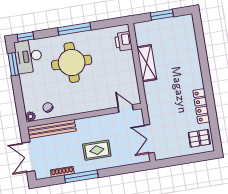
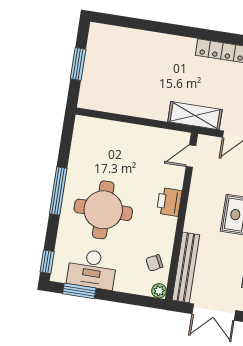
printer: (123, 41) -> (169, 202), moved, turned 90
desk: (29, 56) -> (92, 269), moved
shelving: (147, 63) -> (195, 116), moved

